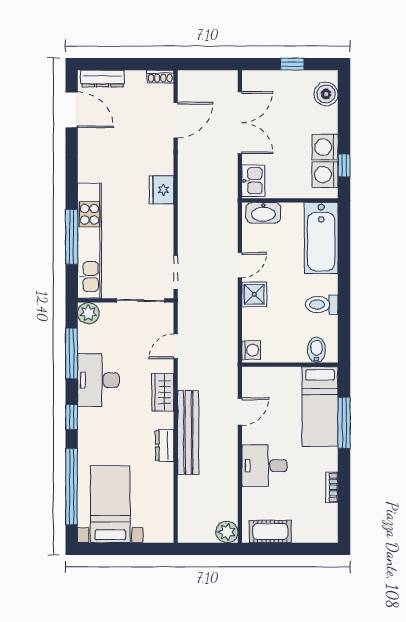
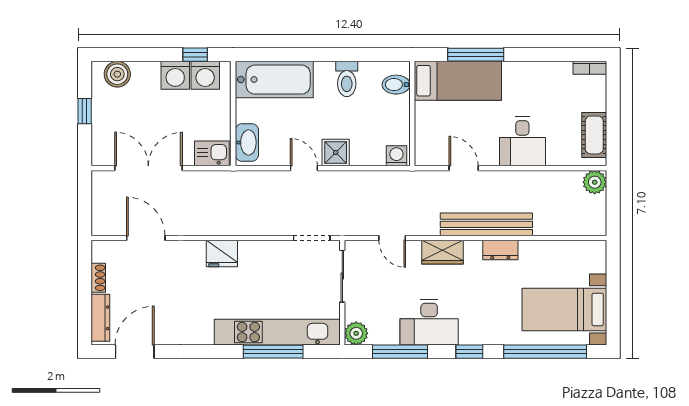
shoe rack: (160, 77) -> (98, 278), moved
bookcase: (332, 487) -> (590, 68), moved

